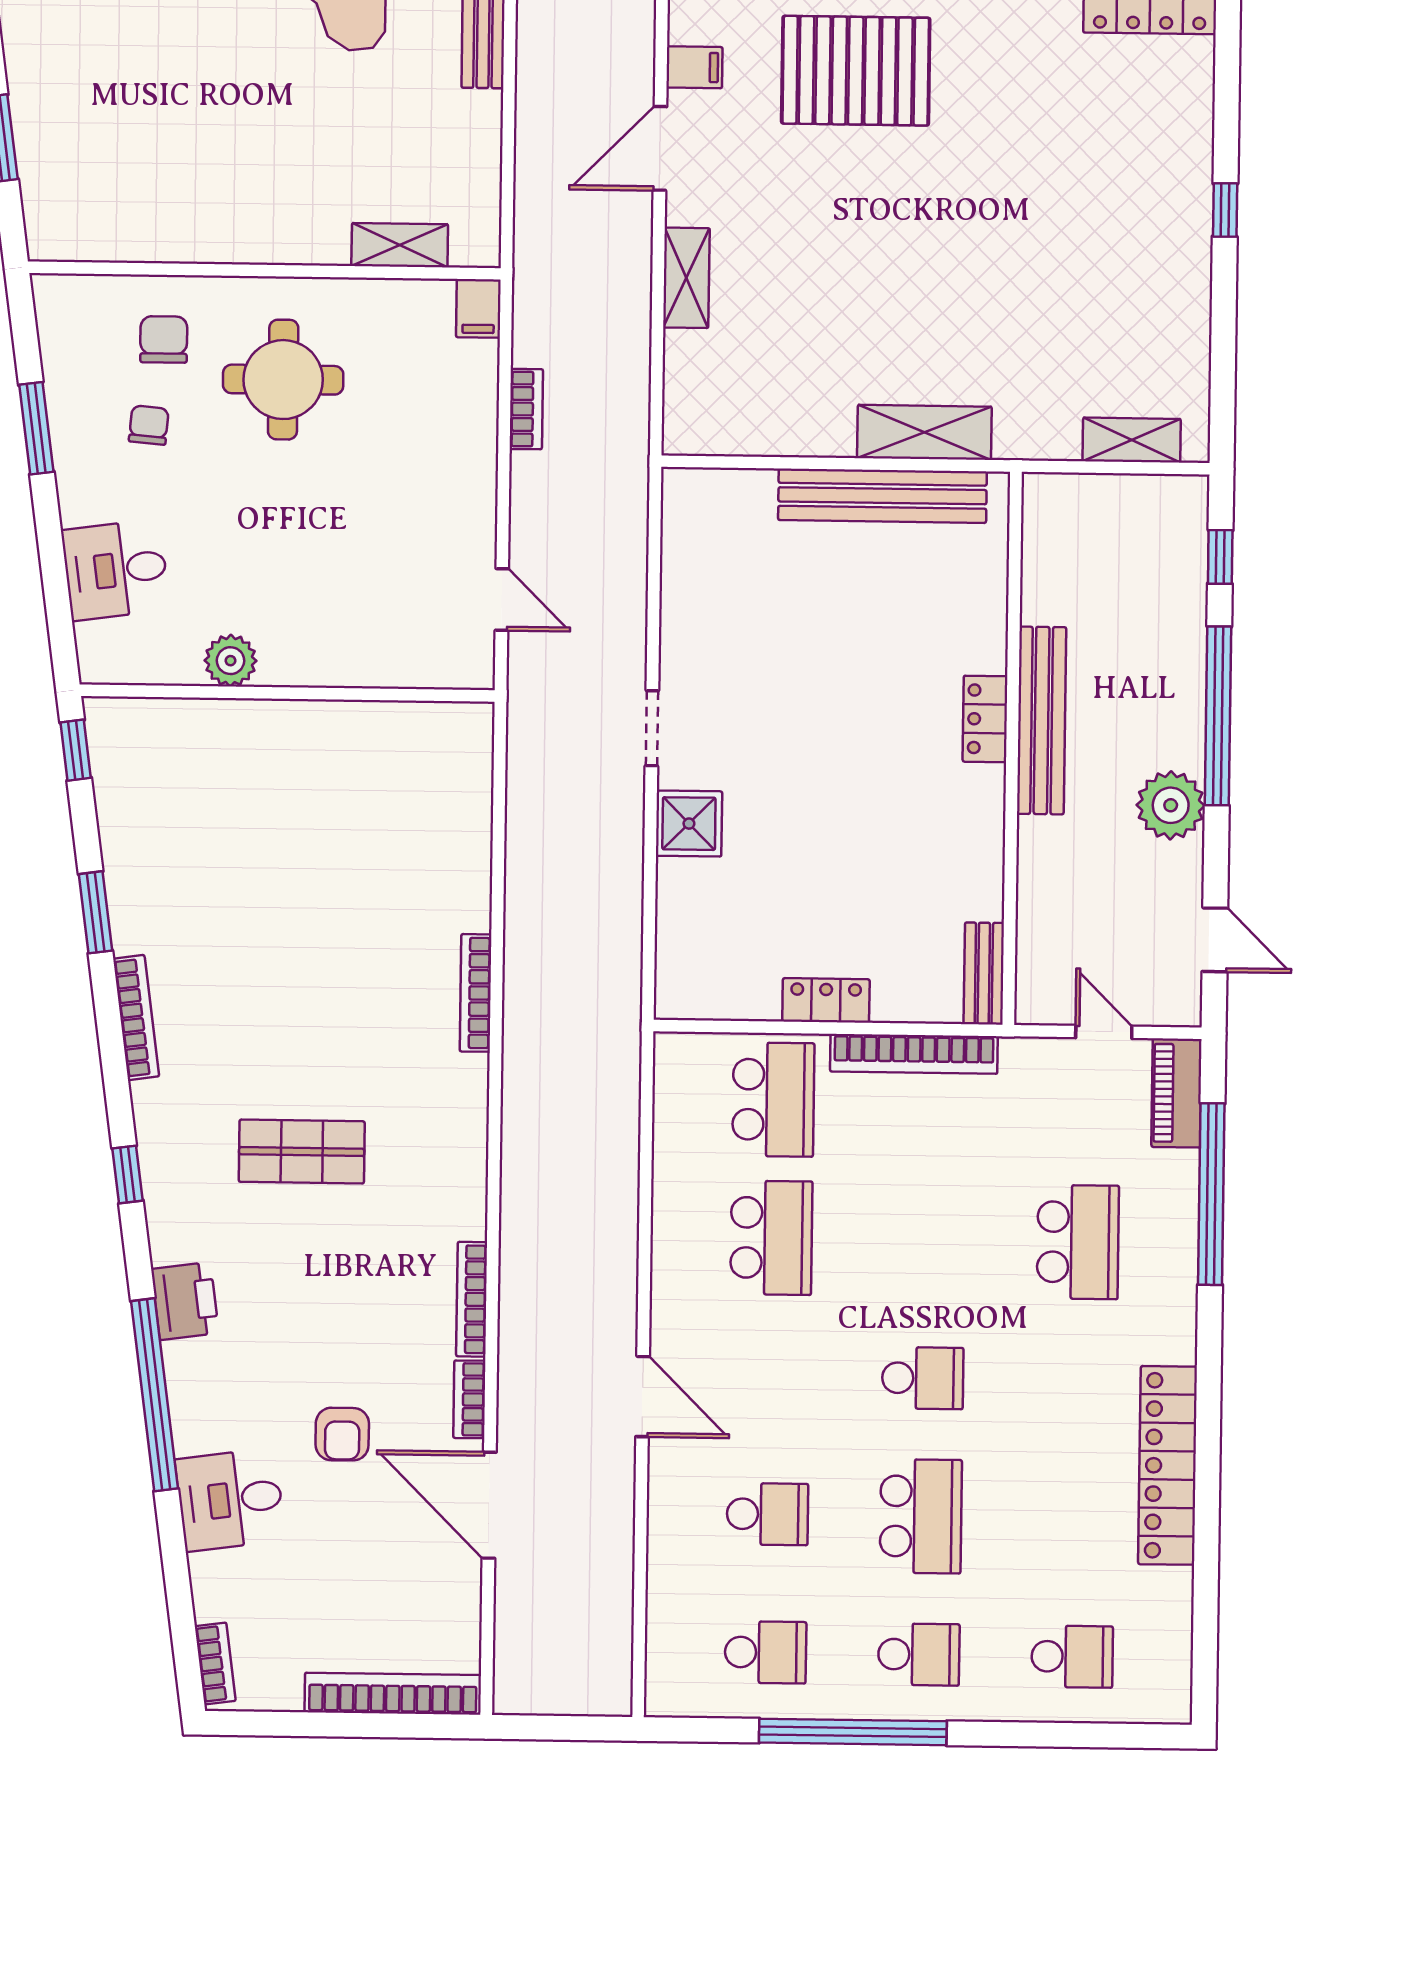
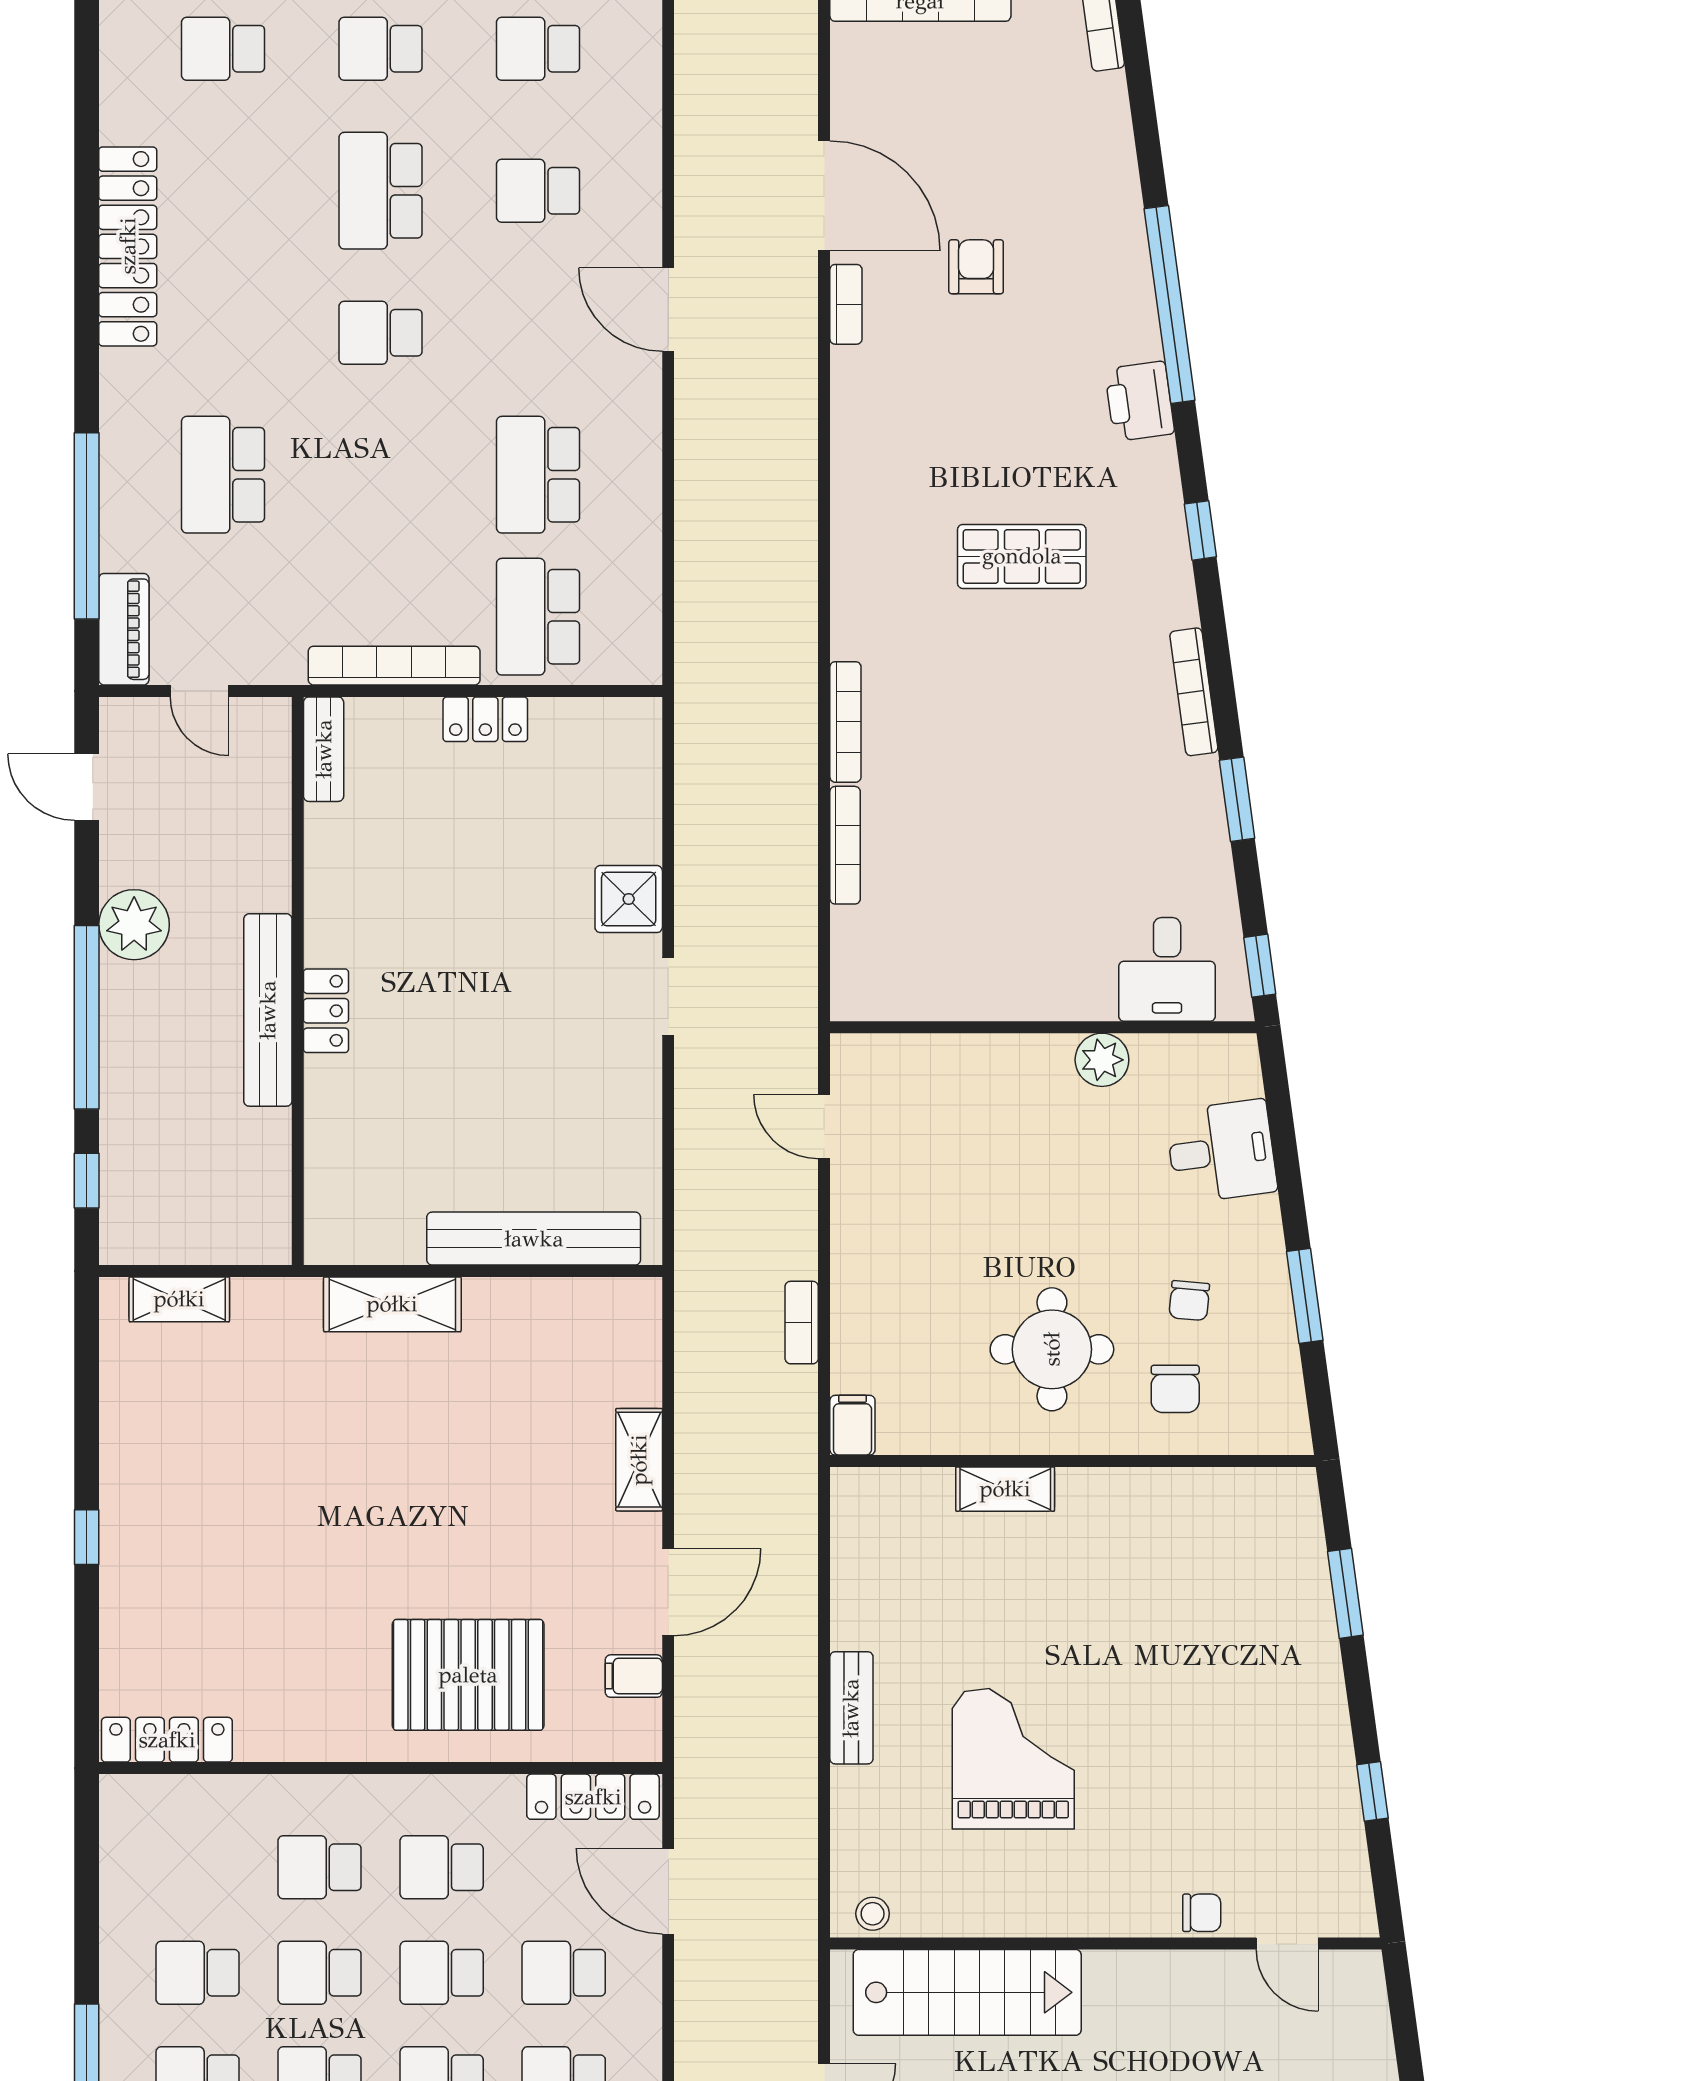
shelving: (400, 245) -> (1005, 1489), moved
bench: (882, 496) -> (534, 1239), moved
bookcase: (472, 1299) -> (845, 845), moved
desk: (230, 1500) -> (1167, 969), moved, turned 98

